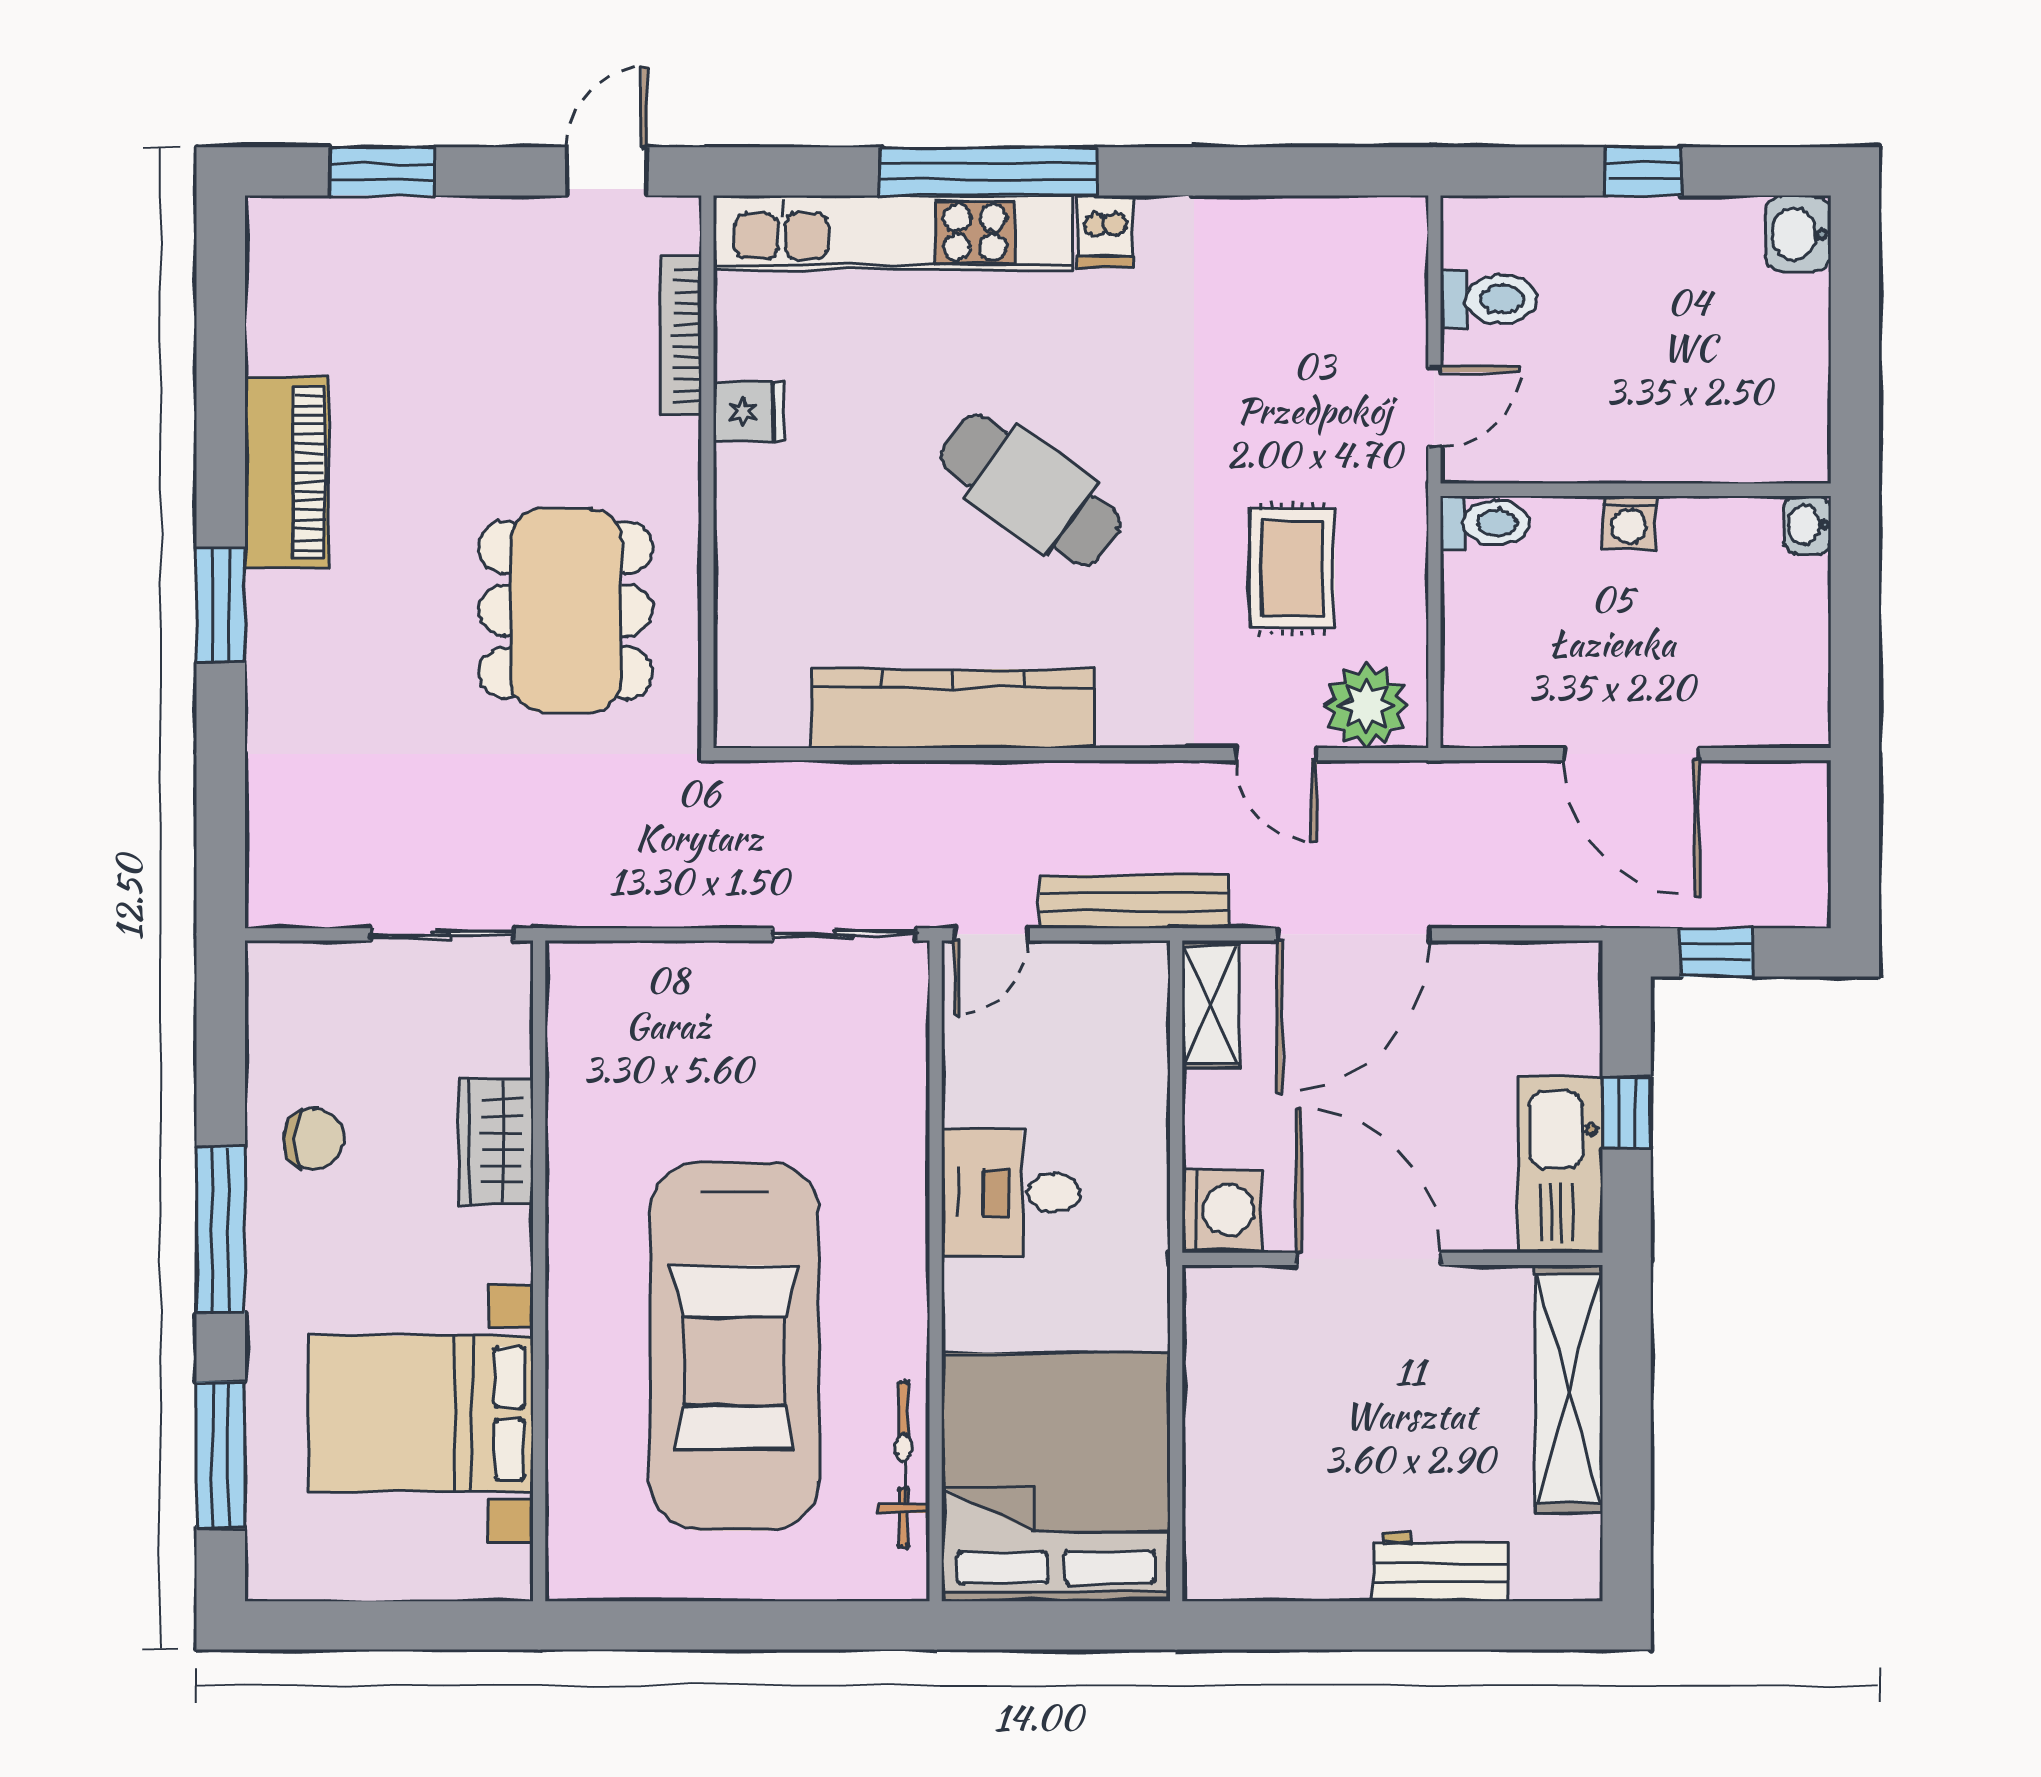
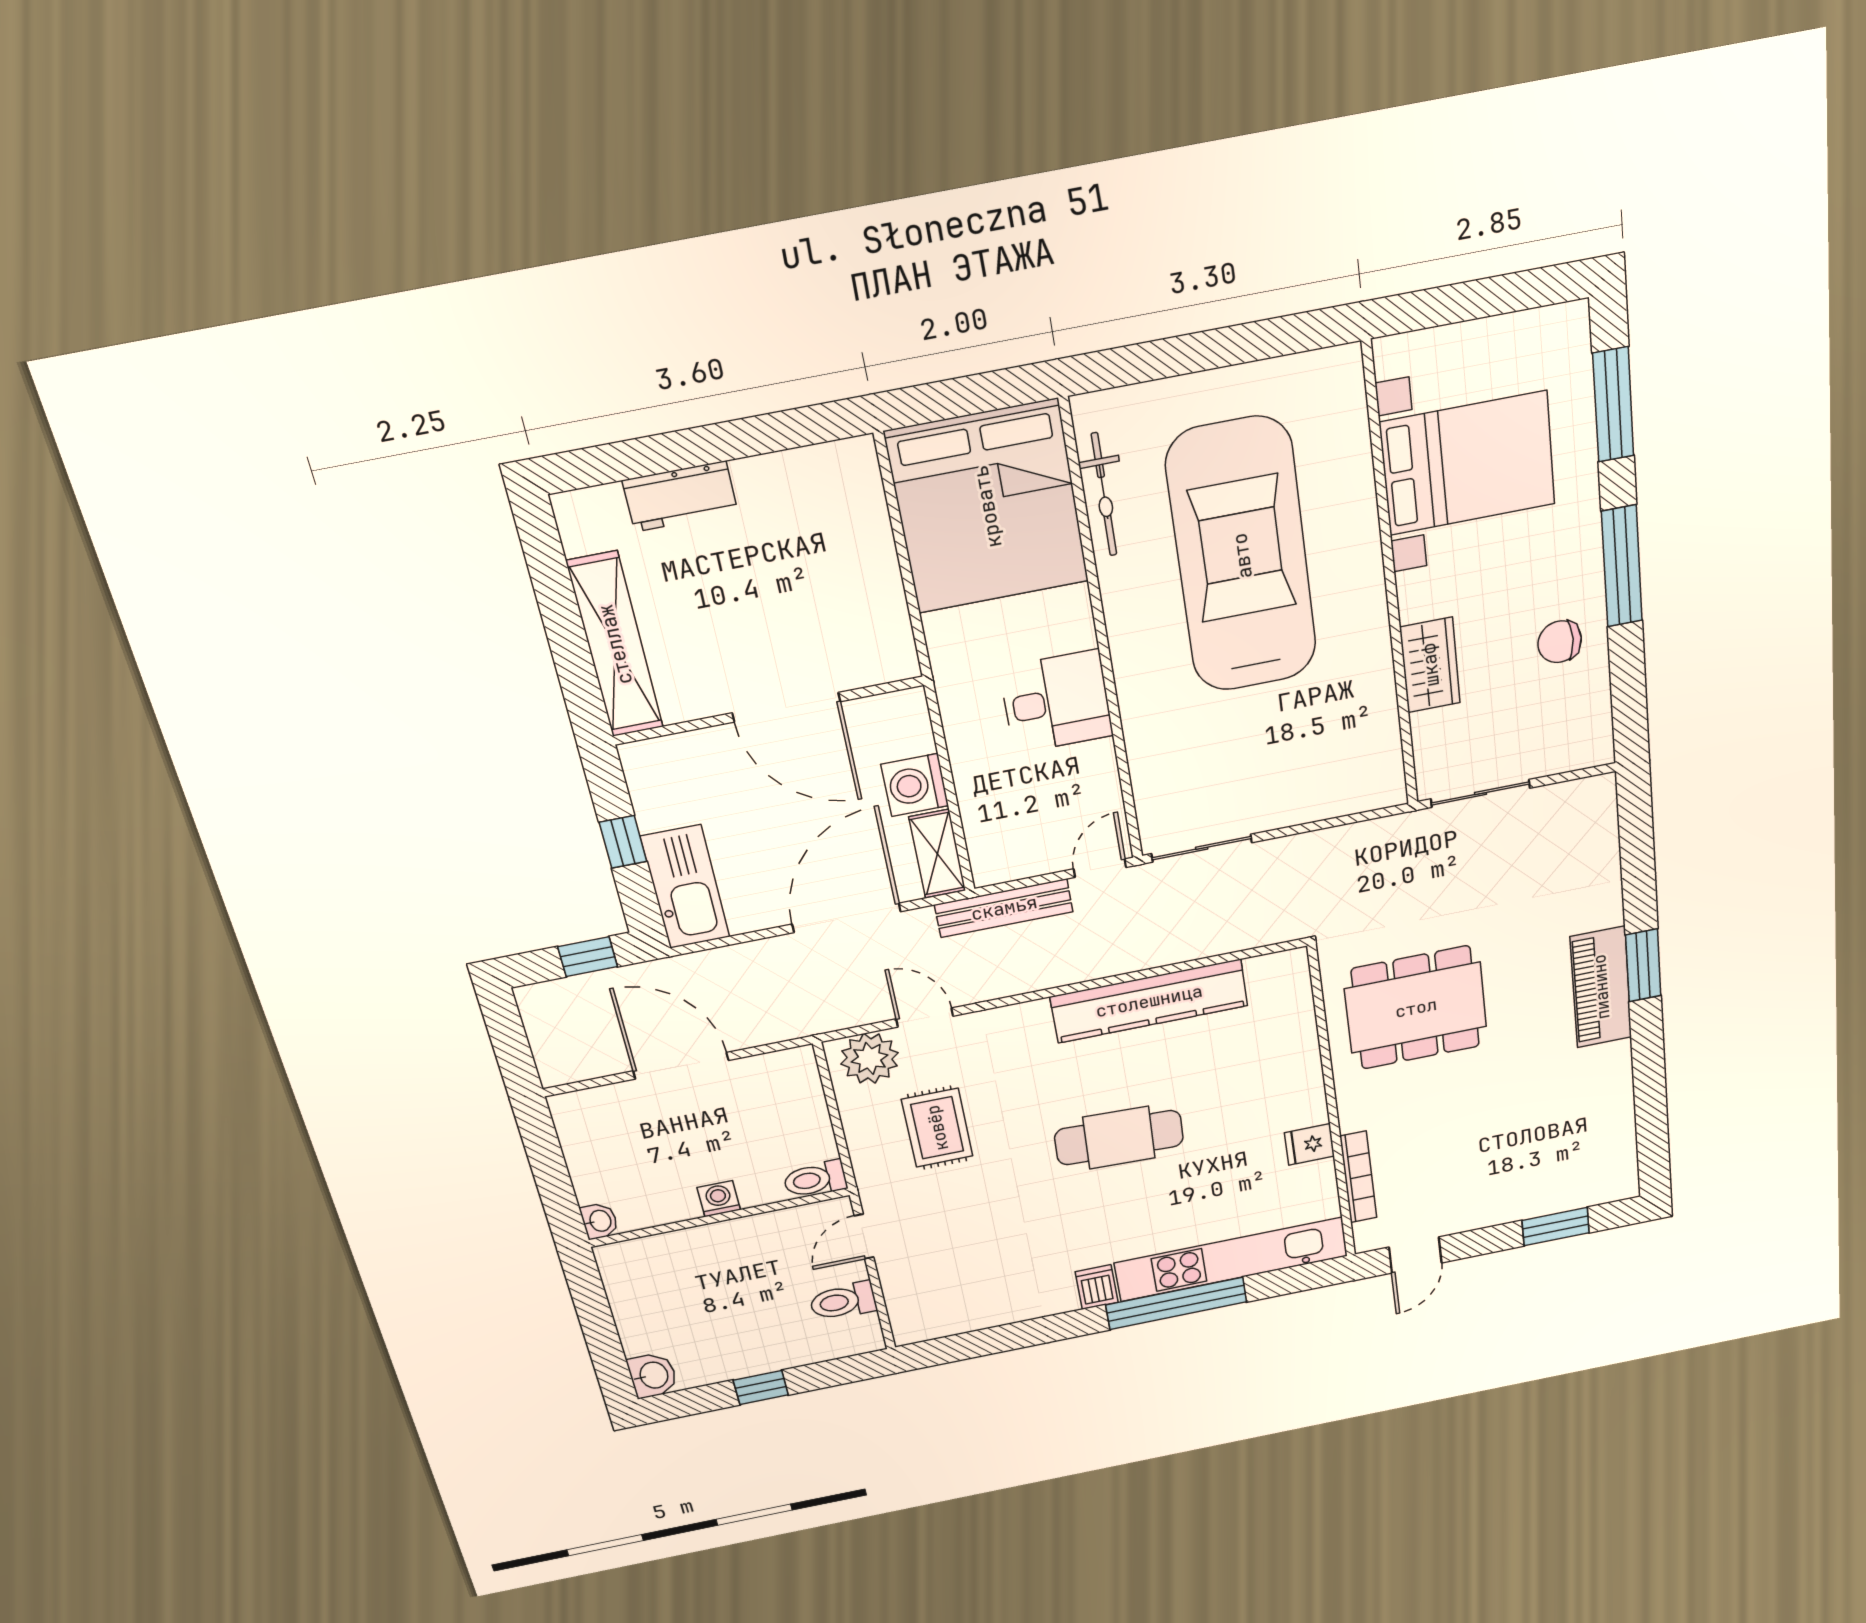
piano: (286, 472) -> (1601, 987), moved
cafe table: (1031, 490) -> (1119, 1138), turned -34
dining table: (566, 610) -> (1416, 1008), turned 90
kitchen sink: (1560, 1165) -> (685, 887), moved
washing machine: (1222, 1210) -> (915, 785), moved

